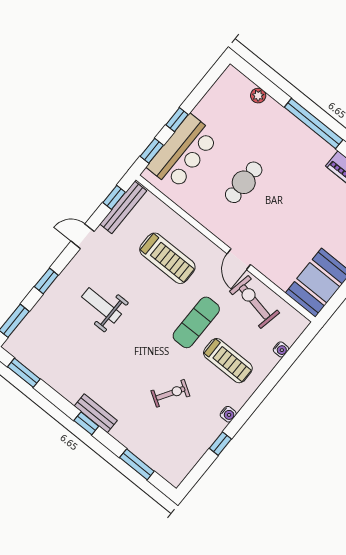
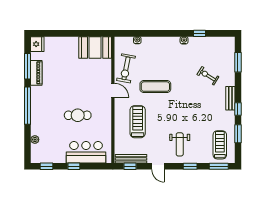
window: (152, 151) -> (46, 166), moved
door: (239, 259) -> (113, 90), hinge flipped
weight bench: (102, 305) -> (180, 144), moved
treadmill: (228, 361) -> (220, 145), moved
window: (24, 373) -> (238, 134), moved
exercise bike: (170, 393) -> (208, 76), moved
window: (86, 423) -> (238, 109), moved

